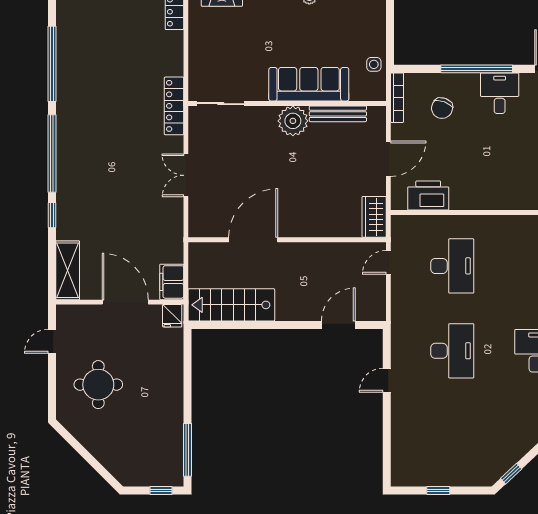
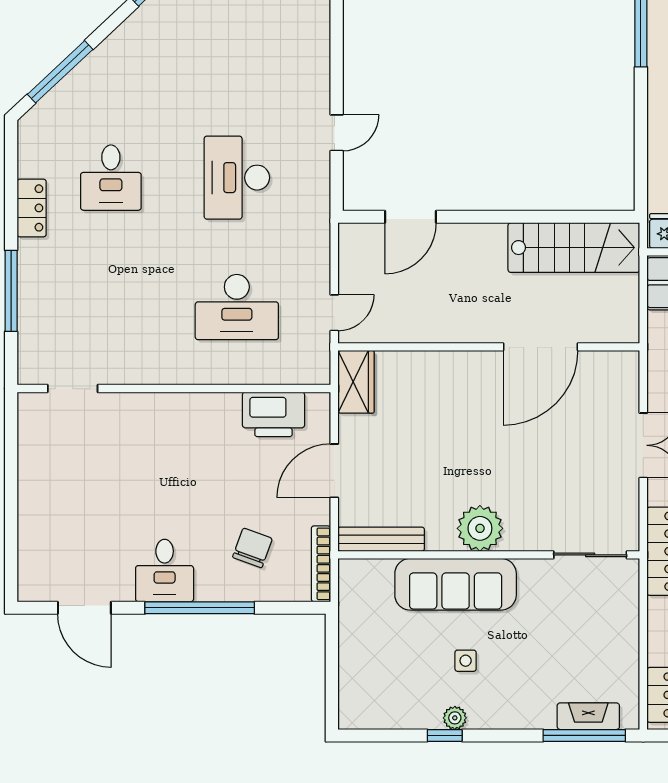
side table: (374, 64) -> (466, 661), moved
bench: (338, 114) -> (381, 539), moved
desk: (452, 266) -> (237, 307), turned -90

